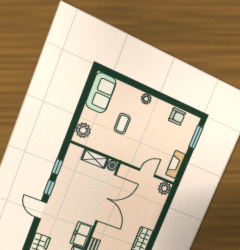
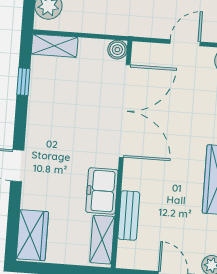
shelving: (95, 159) -> (55, 46), moved
window: (49, 188) -> (20, 122), removed

